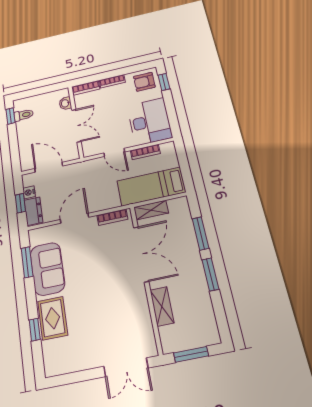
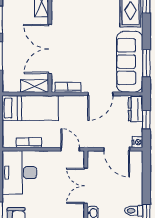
door: (114, 152) -> (70, 149), moved
nightstand: (29, 192) -> (137, 142), moved
sofa: (47, 269) -> (130, 62), width x1.36

